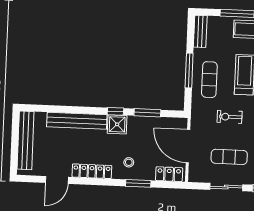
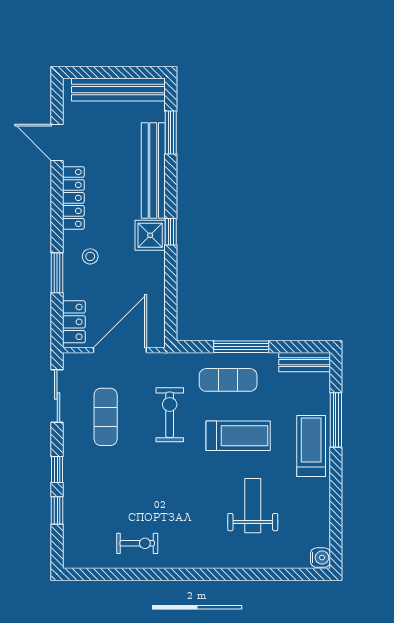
window: (147, 113) -> (171, 132), moved
exercise bike: (230, 117) -> (170, 415), width x1.38, depth x1.39
sliding door: (226, 187) -> (57, 396), moved

